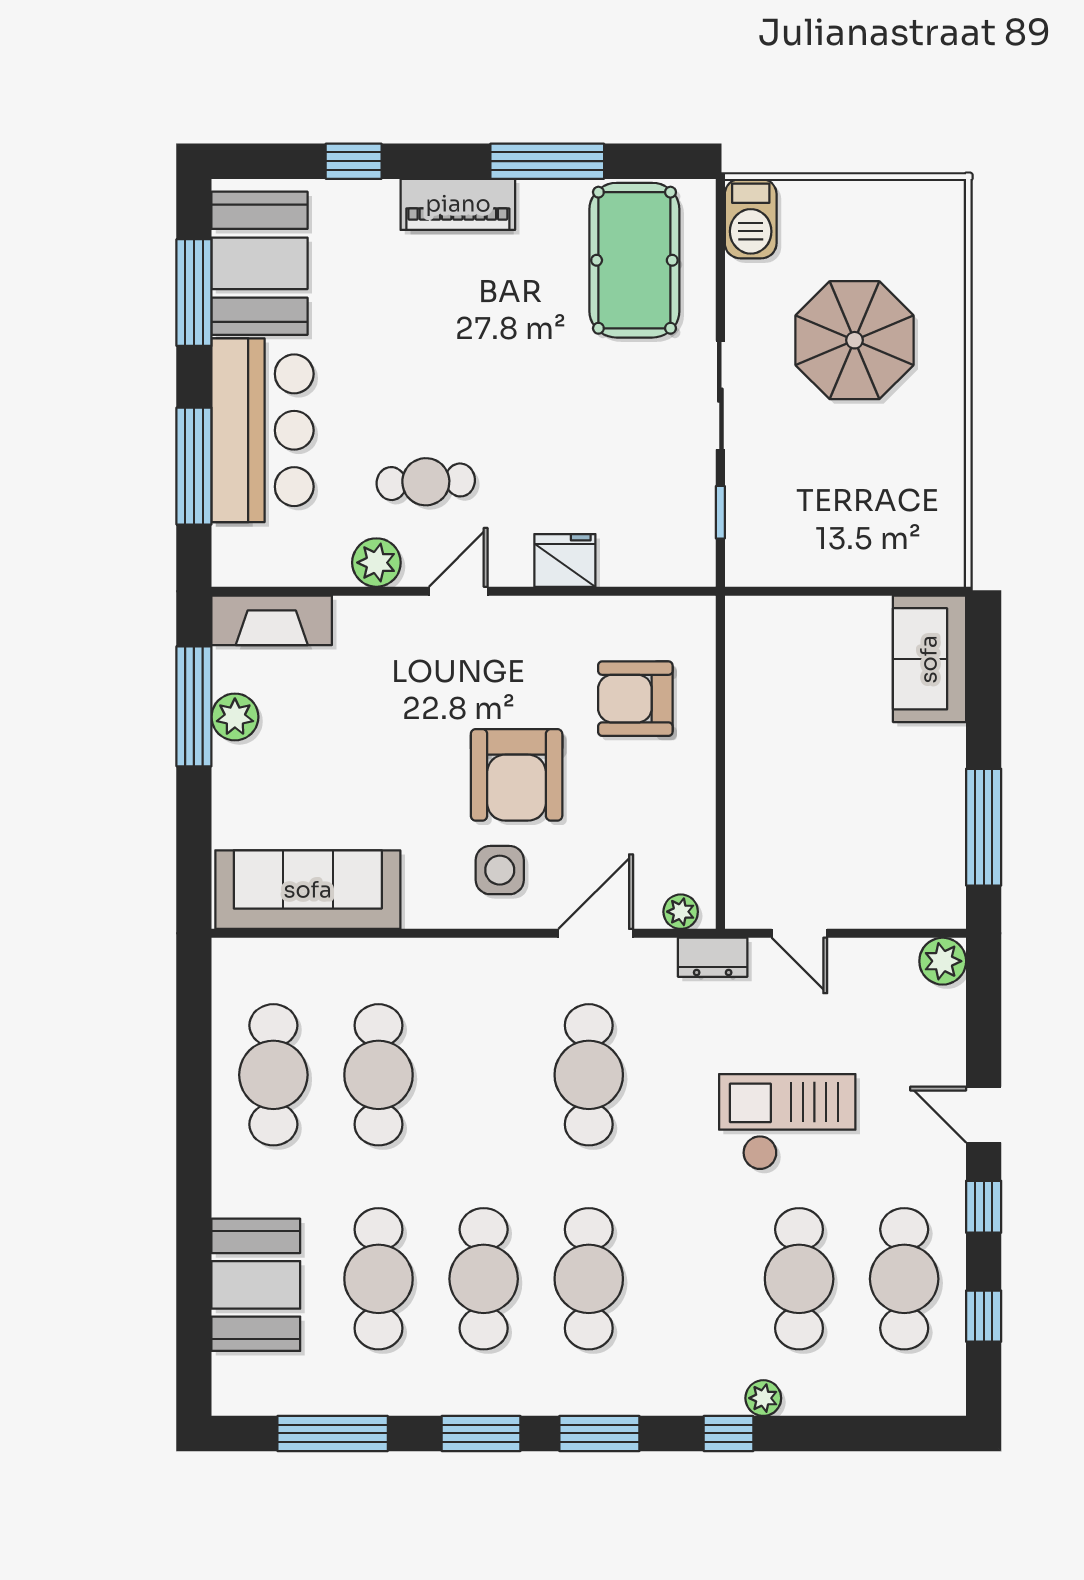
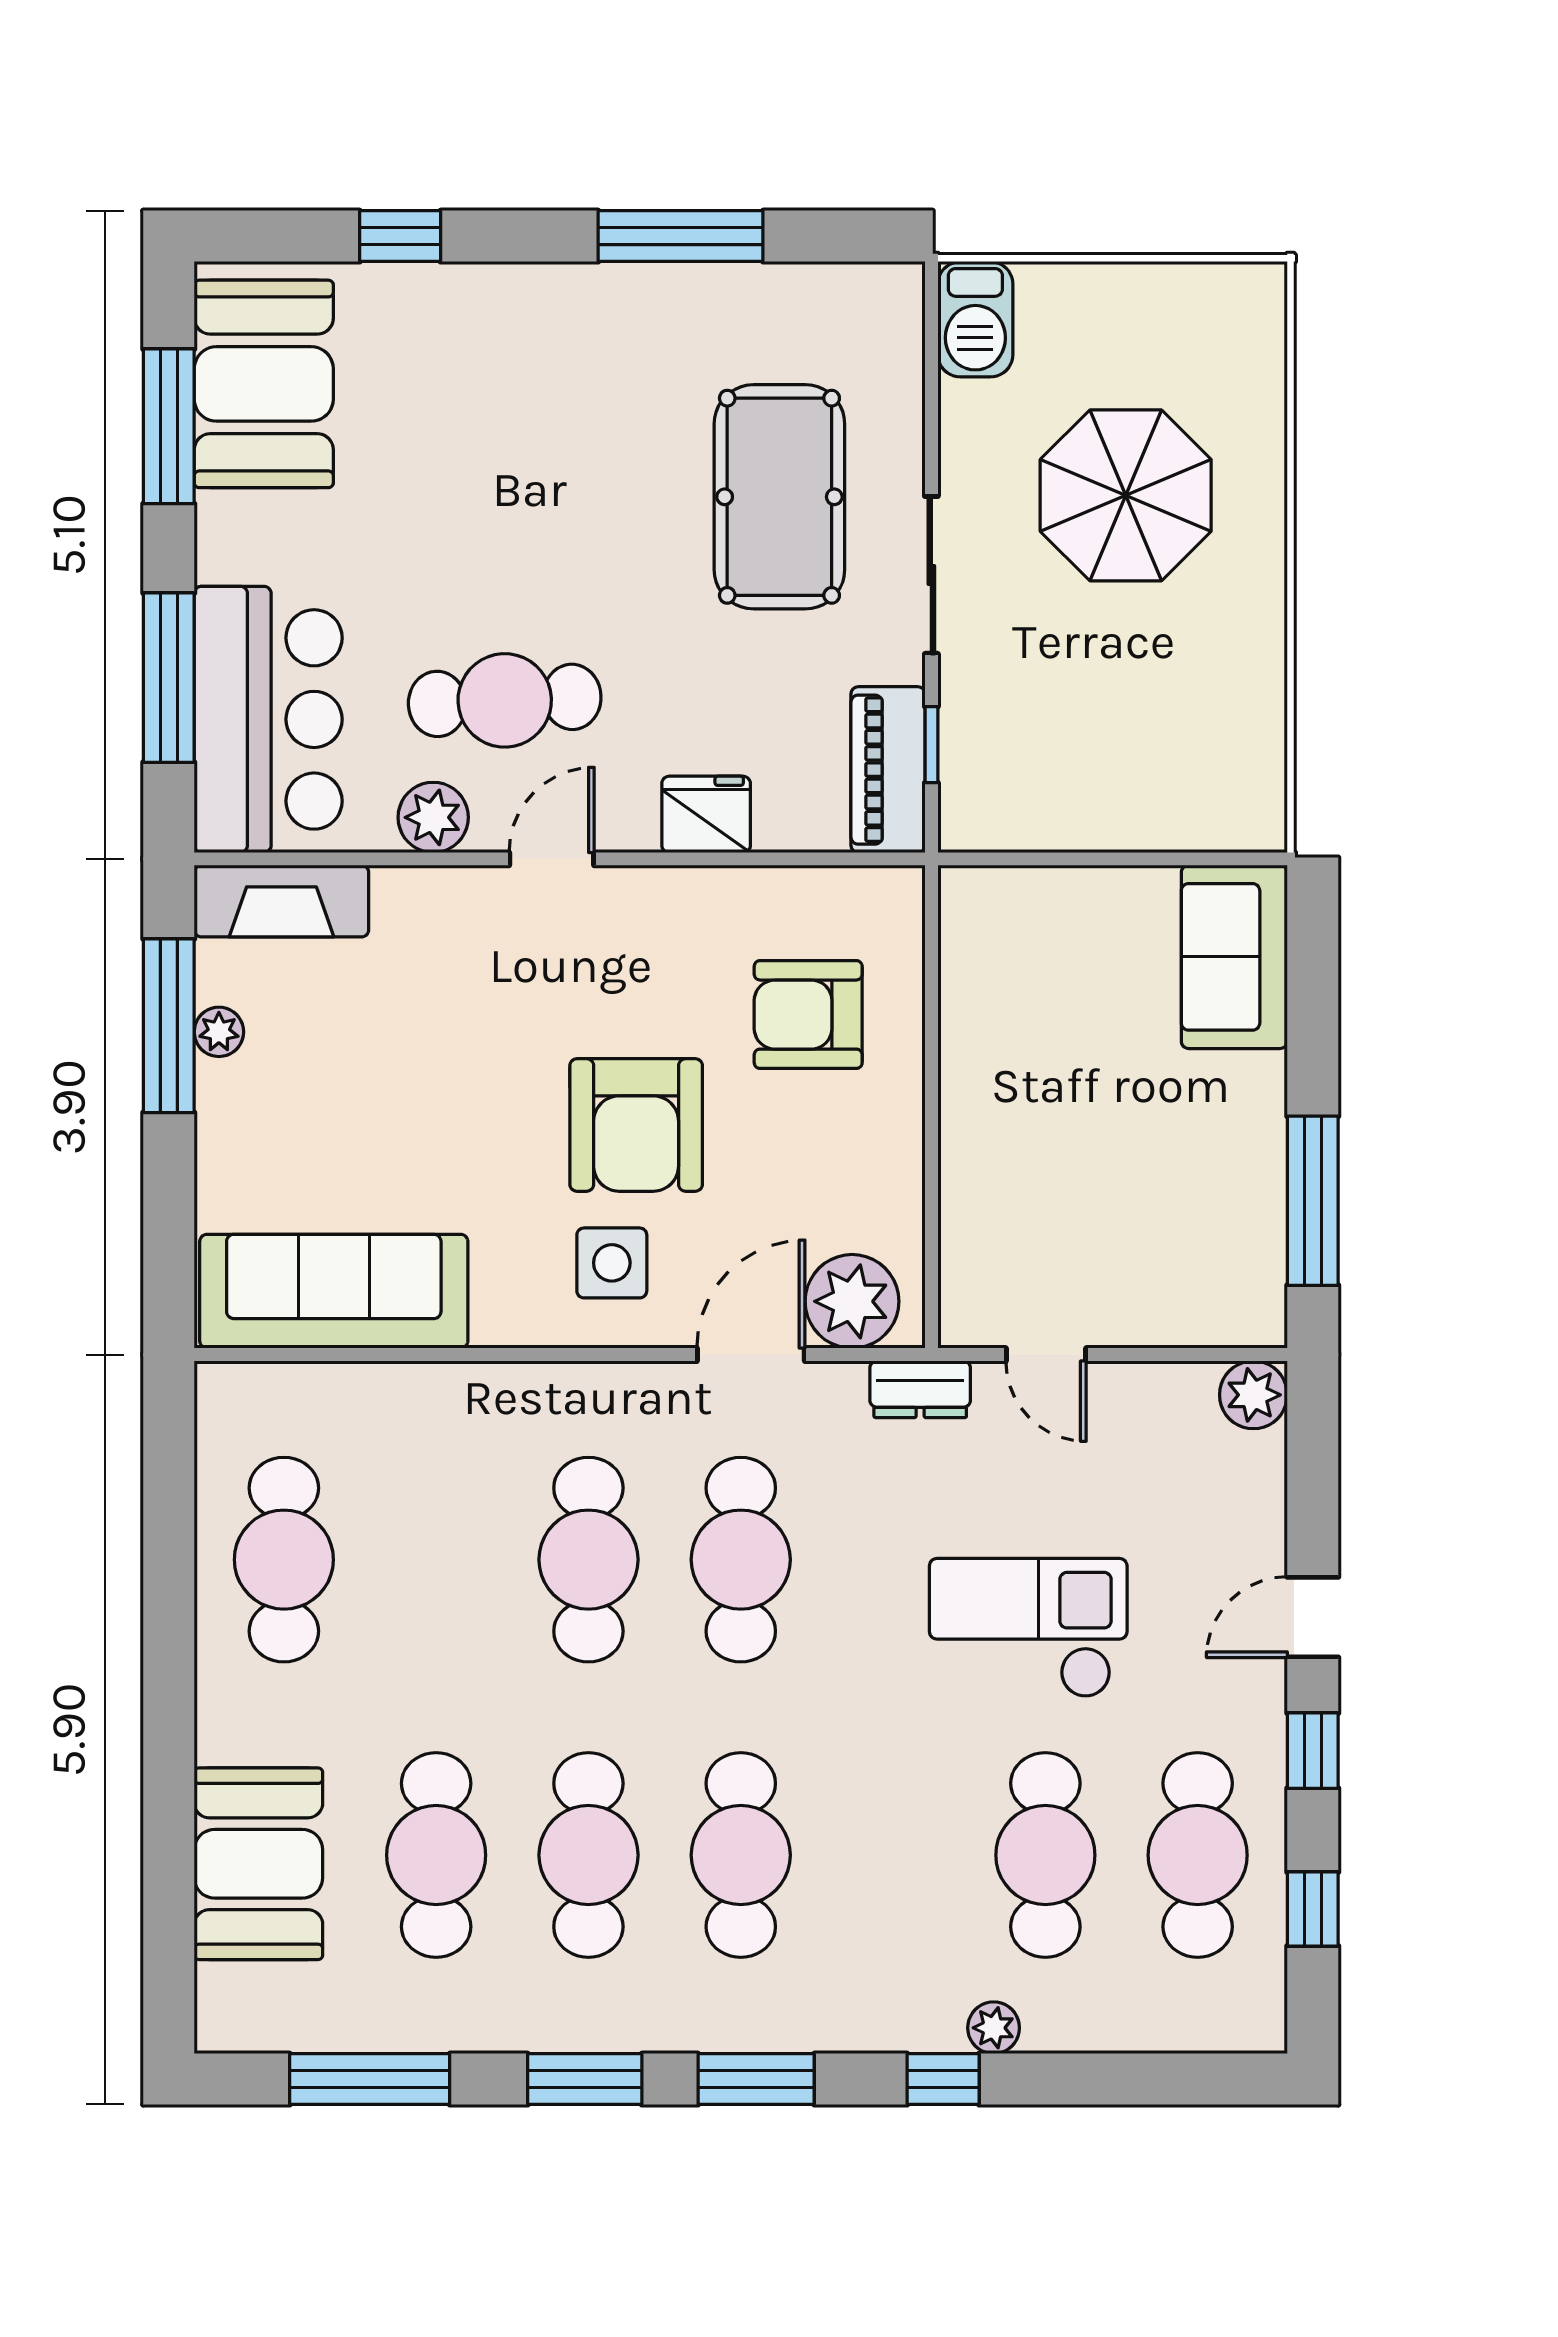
piano: (458, 204) -> (888, 770), moved, turned 90
pool table: (634, 260) -> (779, 497), moved
bar counter: (263, 430) -> (268, 719), moved
cafe table: (426, 482) -> (505, 700), width x1.37, depth x1.35
plant: (235, 717) -> (219, 1032), width x0.73, depth x0.73
plant: (681, 912) -> (852, 1301), width x1.87, depth x1.87
cafe table: (378, 1075) -> (588, 1560), moved
door: (984, 1115) -> (1313, 1617), hinge flipped

